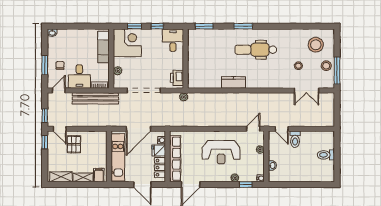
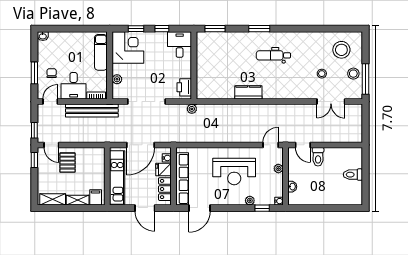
dental chair: (256, 50) -> (273, 55), width x0.73, depth x0.72

